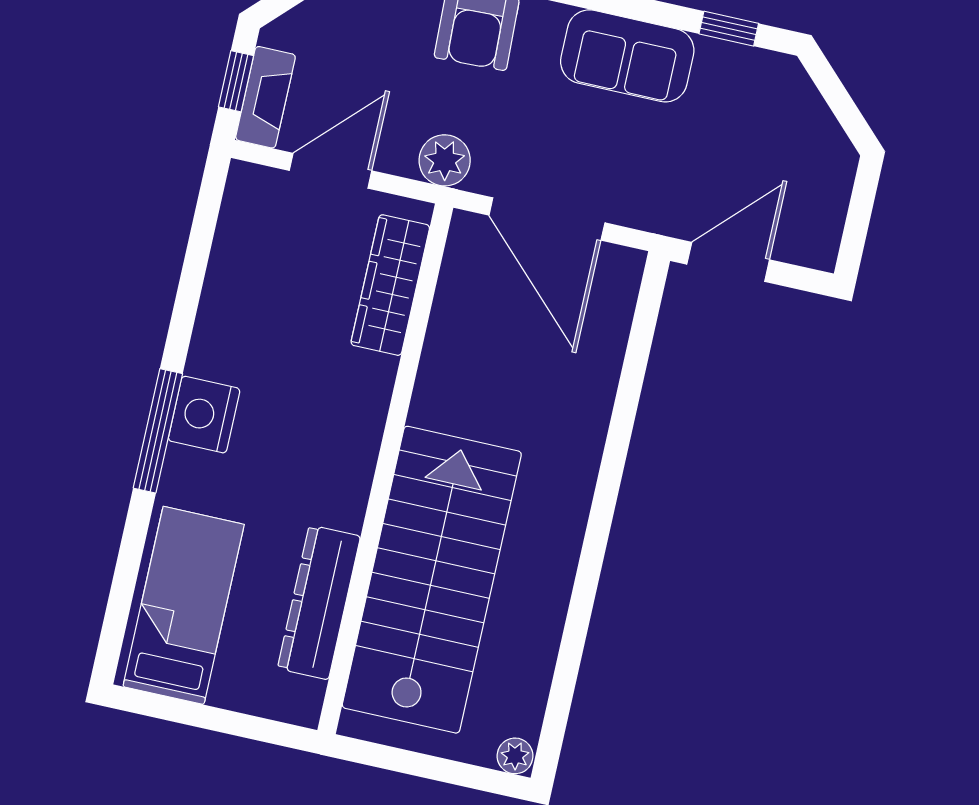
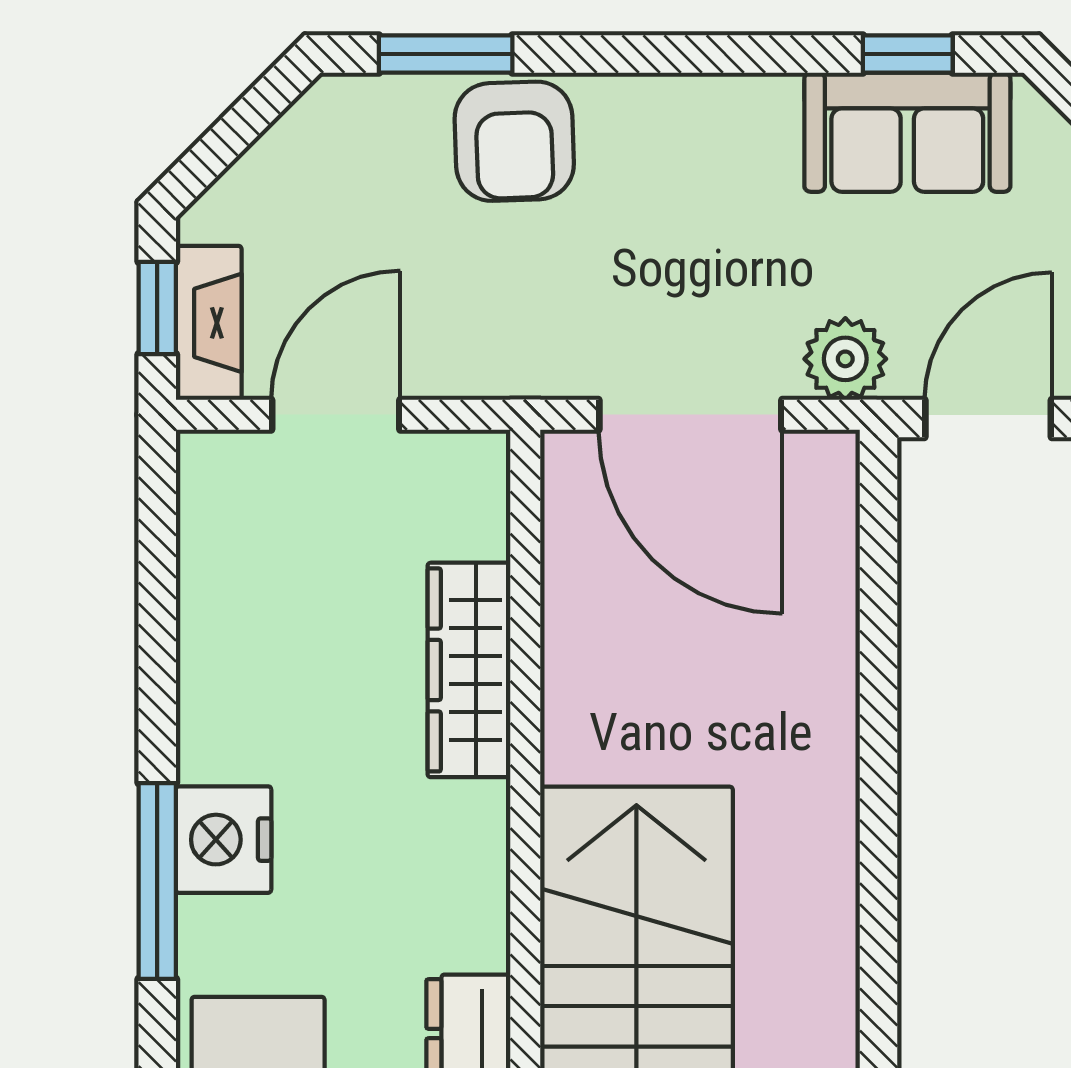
sofa: (627, 56) -> (907, 132), moved
plant: (445, 160) -> (845, 359), moved
wardrobe: (390, 285) -> (469, 670), moved

